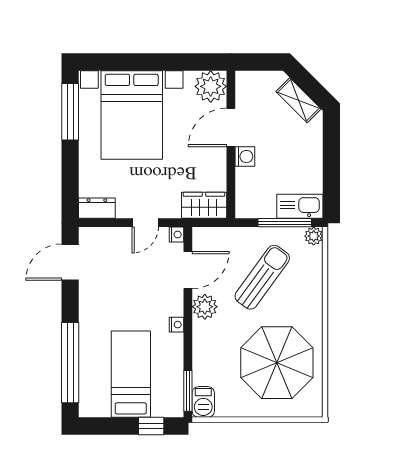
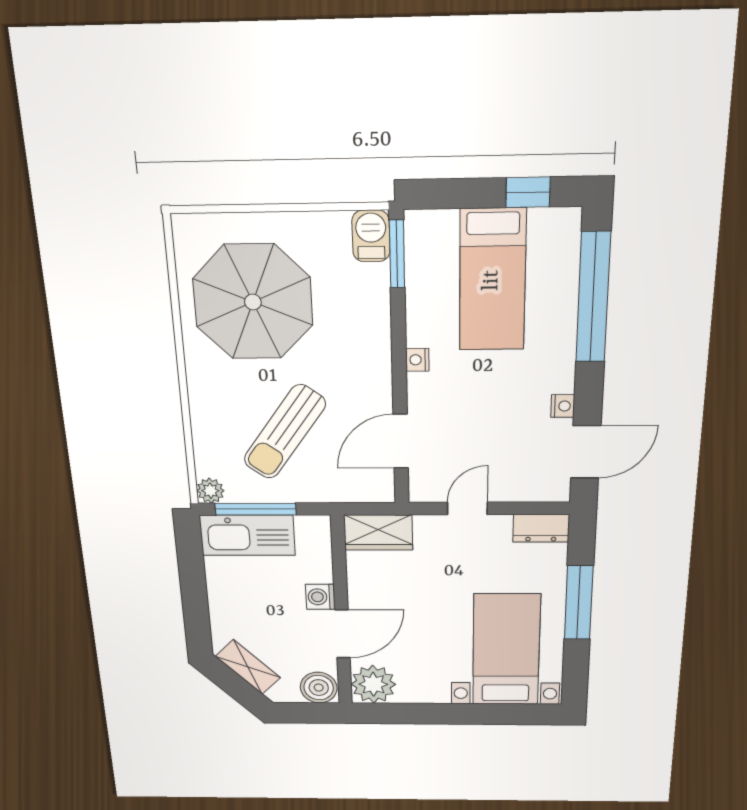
boiler: (249, 83) -> (319, 688), added
window: (70, 112) -> (579, 603), moved
bed with nightstands: (132, 115) -> (506, 650), width x0.73
kitchen sink: (300, 206) -> (247, 535), width x1.36, depth x1.24
nightstand: (176, 234) -> (563, 406), moved, turned 180
plant: (205, 307) -> (373, 387), removed
window: (151, 426) -> (528, 192), moved

